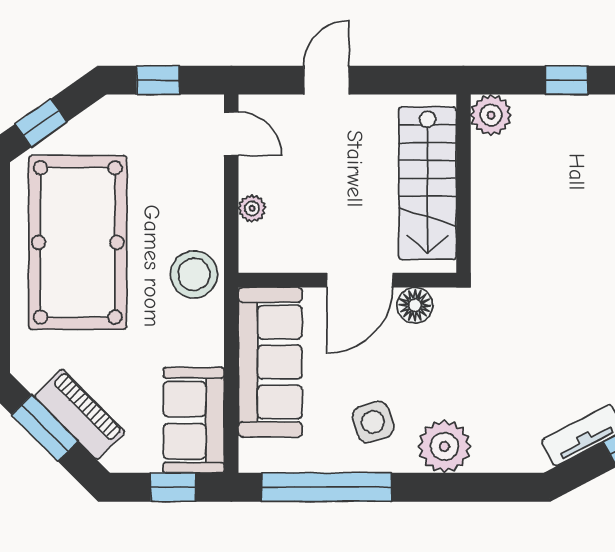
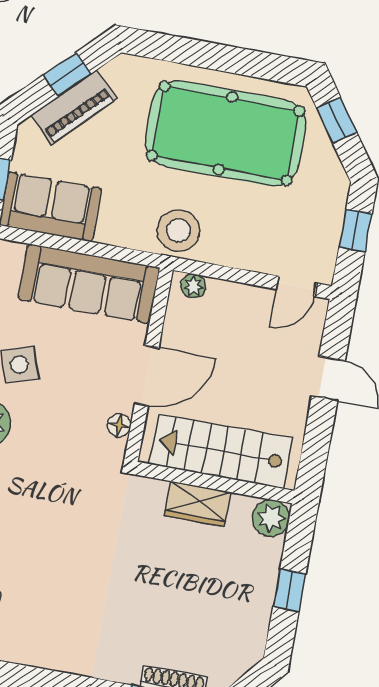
wardrobe: (490, 199) -> (197, 504), added
plant: (252, 208) -> (193, 286), moved
door: (360, 280) -> (147, 376), swing flipped
floor lamp: (415, 305) -> (119, 425), width x0.73, depth x0.73
window: (45, 428) -> (67, 74), width x0.67

